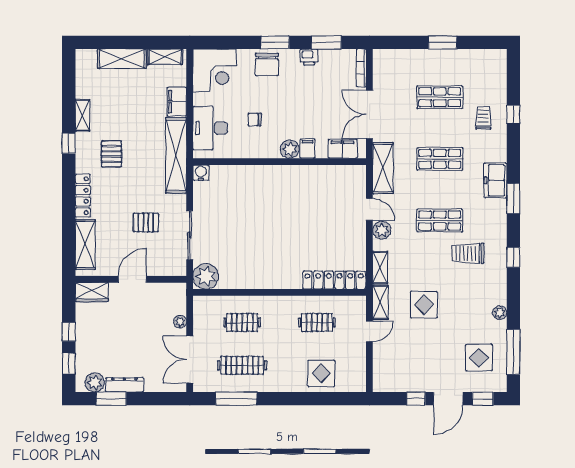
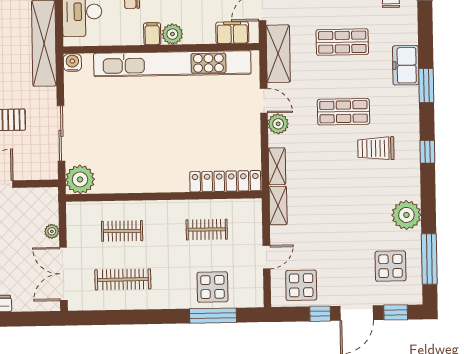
filing cabinet: (308, 149) -> (152, 34), moved
kitchen unit: (289, 175) -> (172, 64), added
display table: (424, 305) -> (301, 285), moved
plant: (500, 313) -> (406, 215), width x1.88, depth x1.88
door: (369, 331) -> (267, 257), moved
window: (236, 399) -> (213, 316), moved

